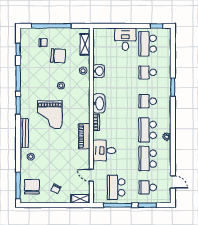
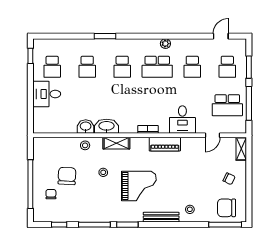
shelving: (85, 44) -> (116, 143), moved
school desk: (148, 44) -> (52, 67), width x0.54
washbasin: (99, 103) -> (107, 126), moved
school desk: (148, 159) -> (192, 67), width x0.54

